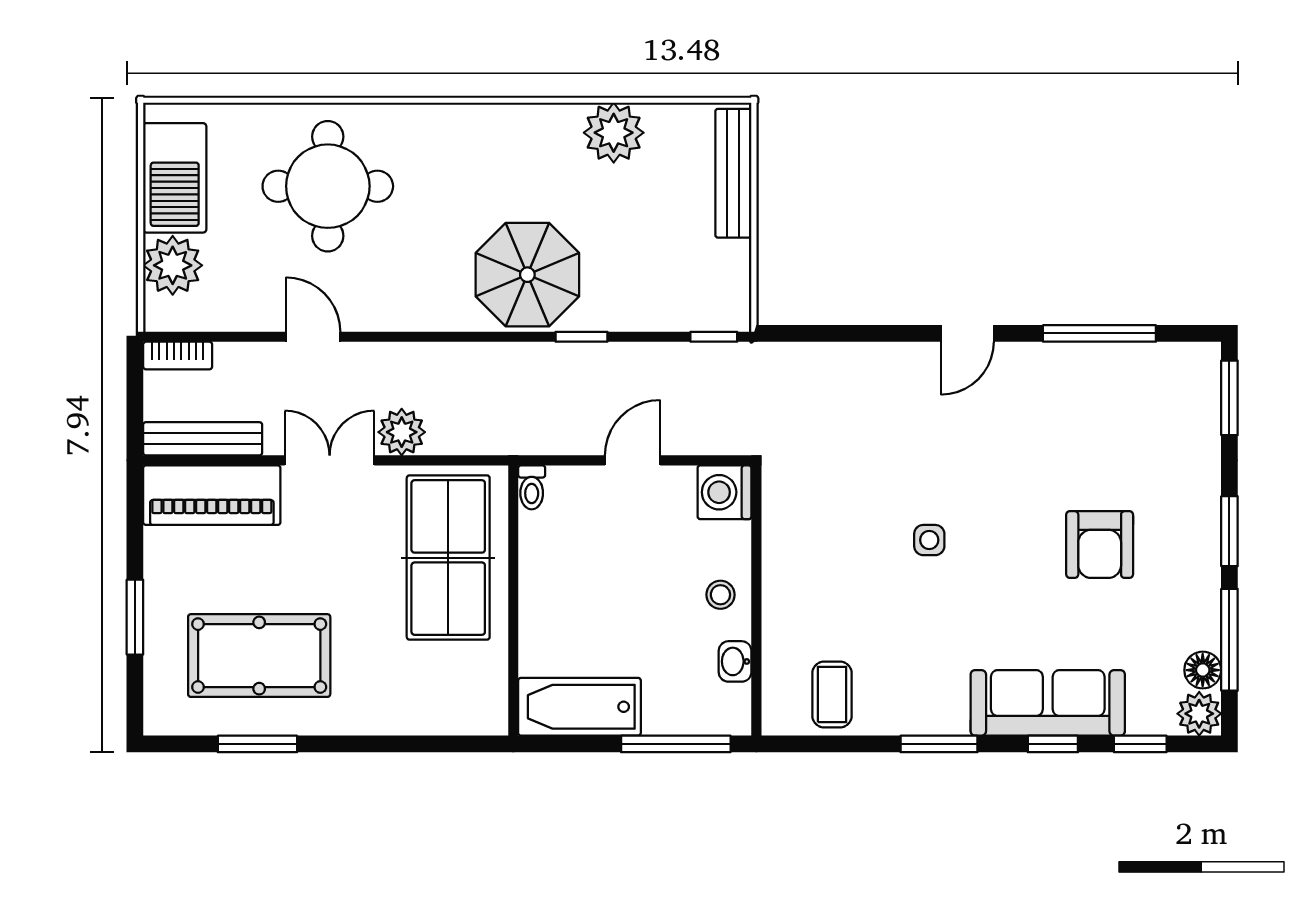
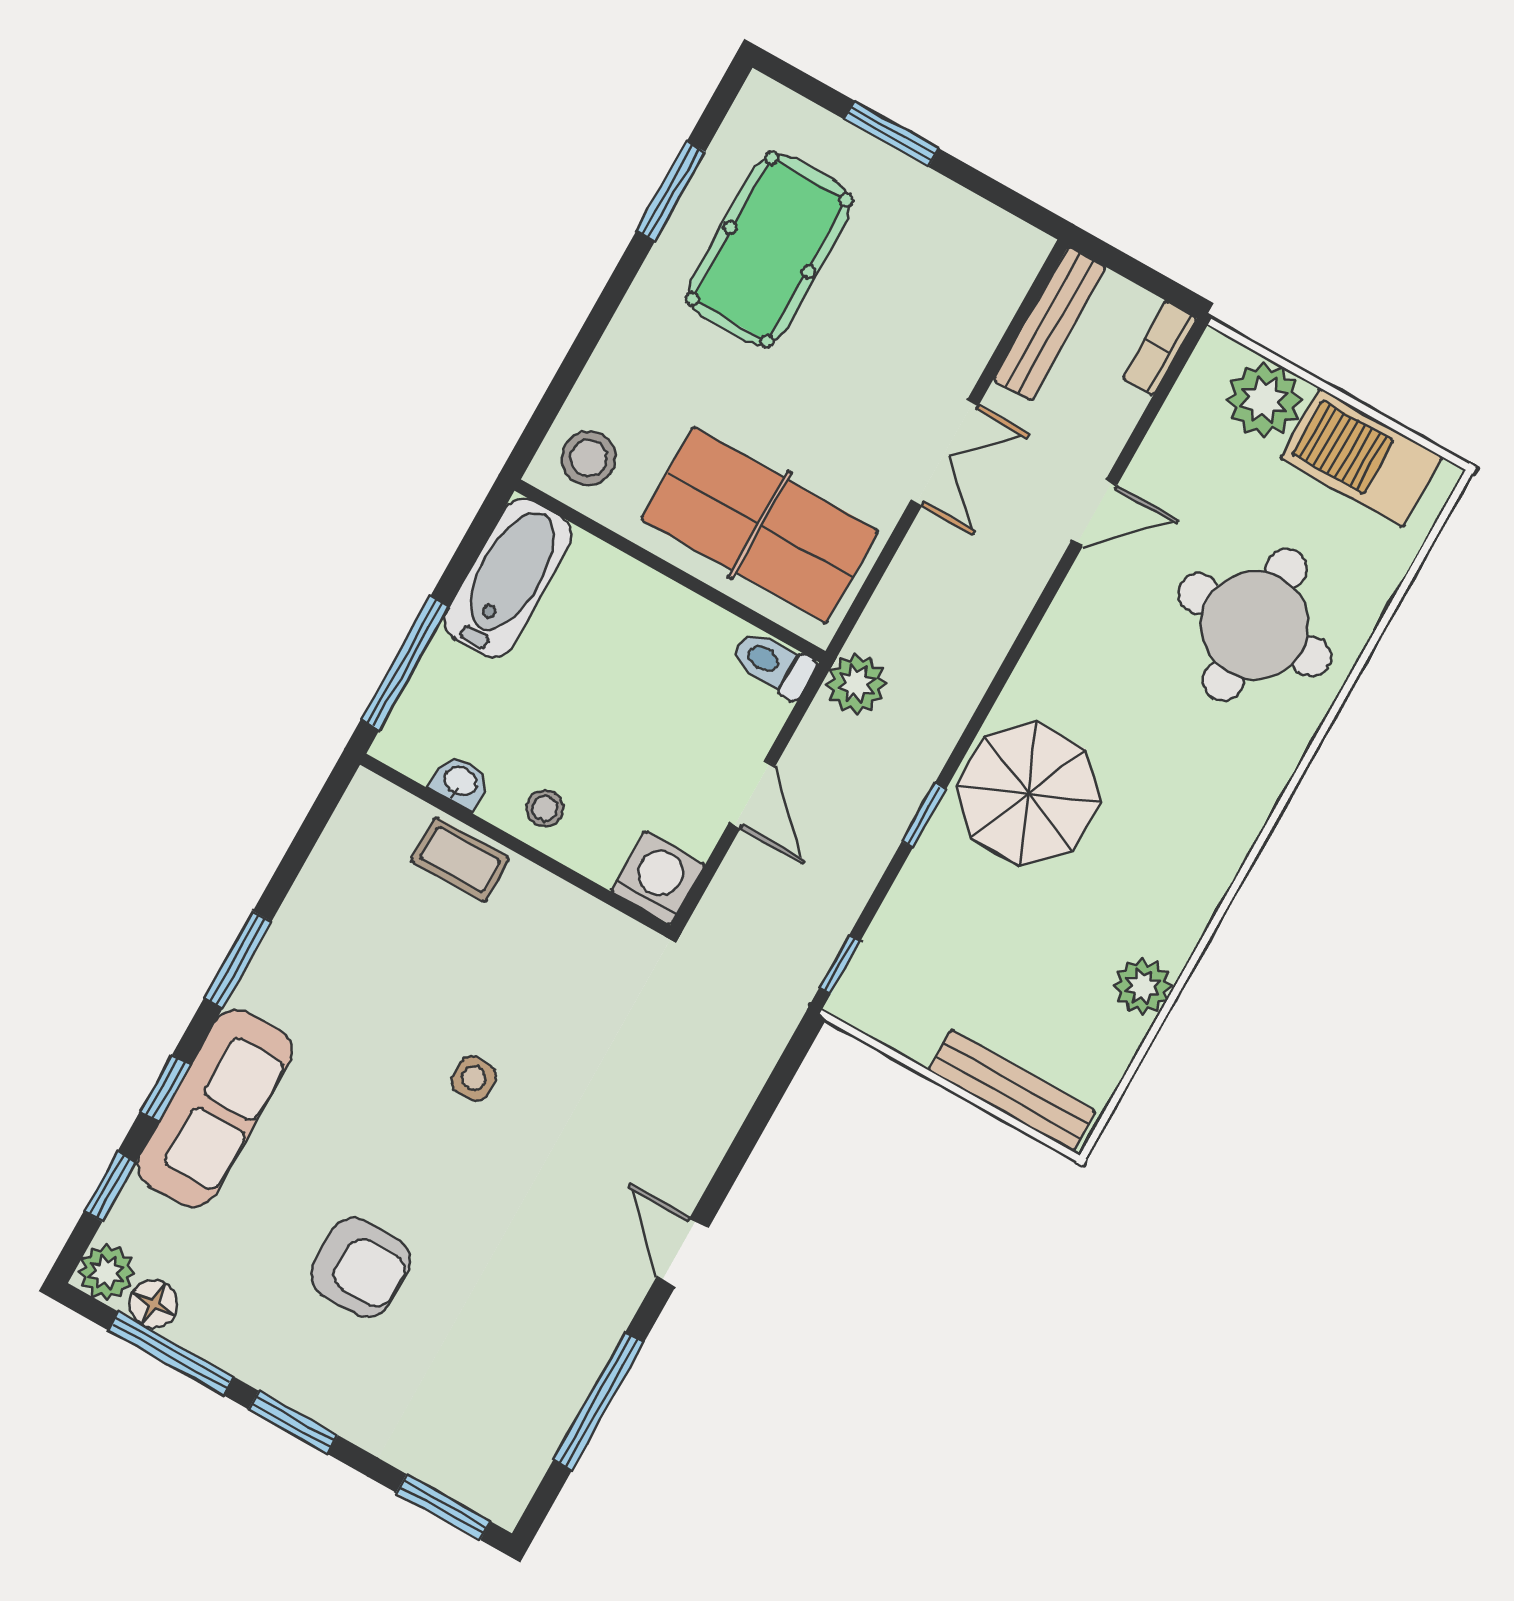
plant: (614, 133) -> (1143, 986), width x0.73, depth x0.73
plant: (402, 432) -> (856, 684), moved
toilet: (532, 487) -> (773, 664), width x1.37, depth x1.39
piano: (212, 495) -> (980, 298), removed
armchair: (1100, 545) -> (360, 1268), turned 180
coffee table: (832, 695) -> (460, 860), moved
stool: (468, 698) -> (589, 458), added

